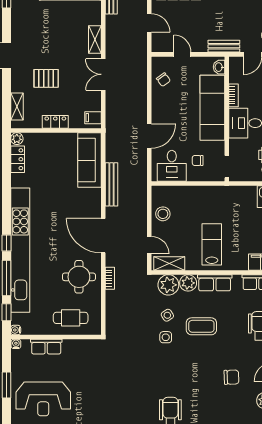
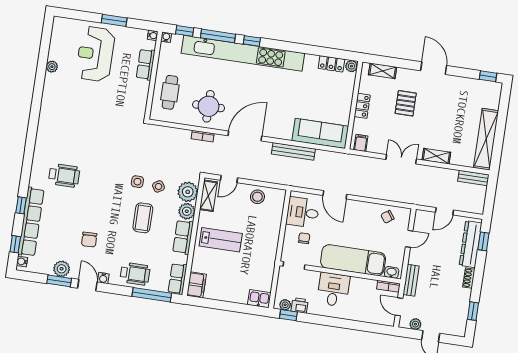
bookcase: (233, 95) -> (388, 286), moved

